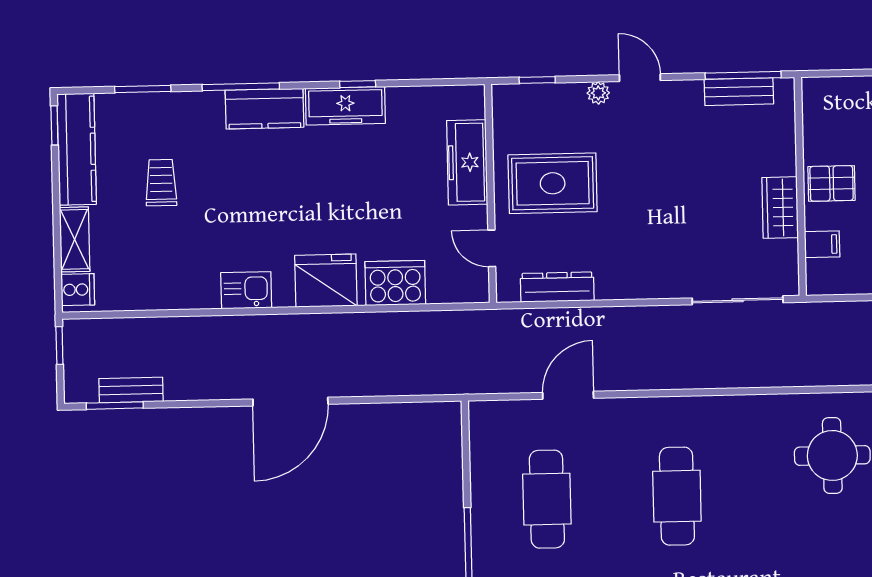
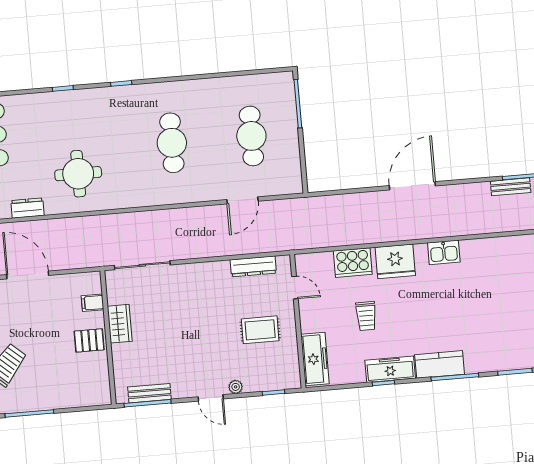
freezer: (467, 162) -> (315, 359), moved
trolley: (161, 183) -> (366, 316), moved
rug: (553, 183) -> (260, 330), width x0.73, depth x0.70

